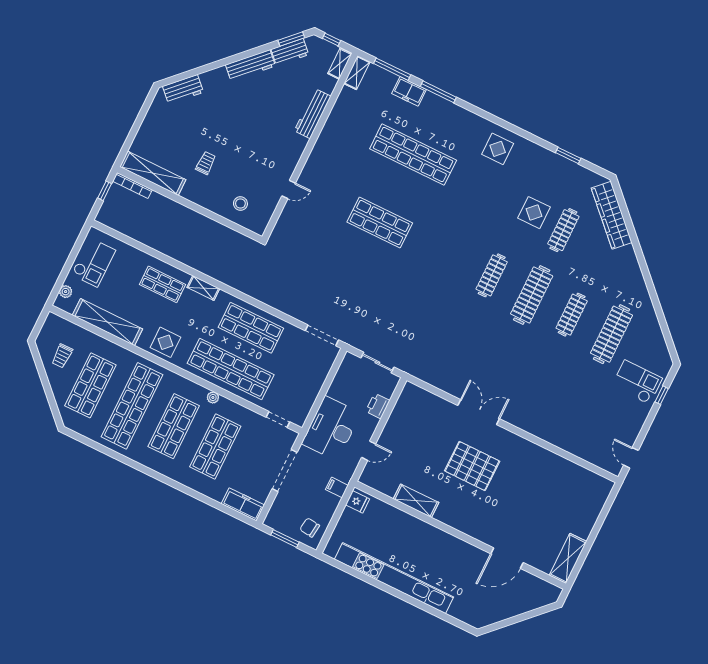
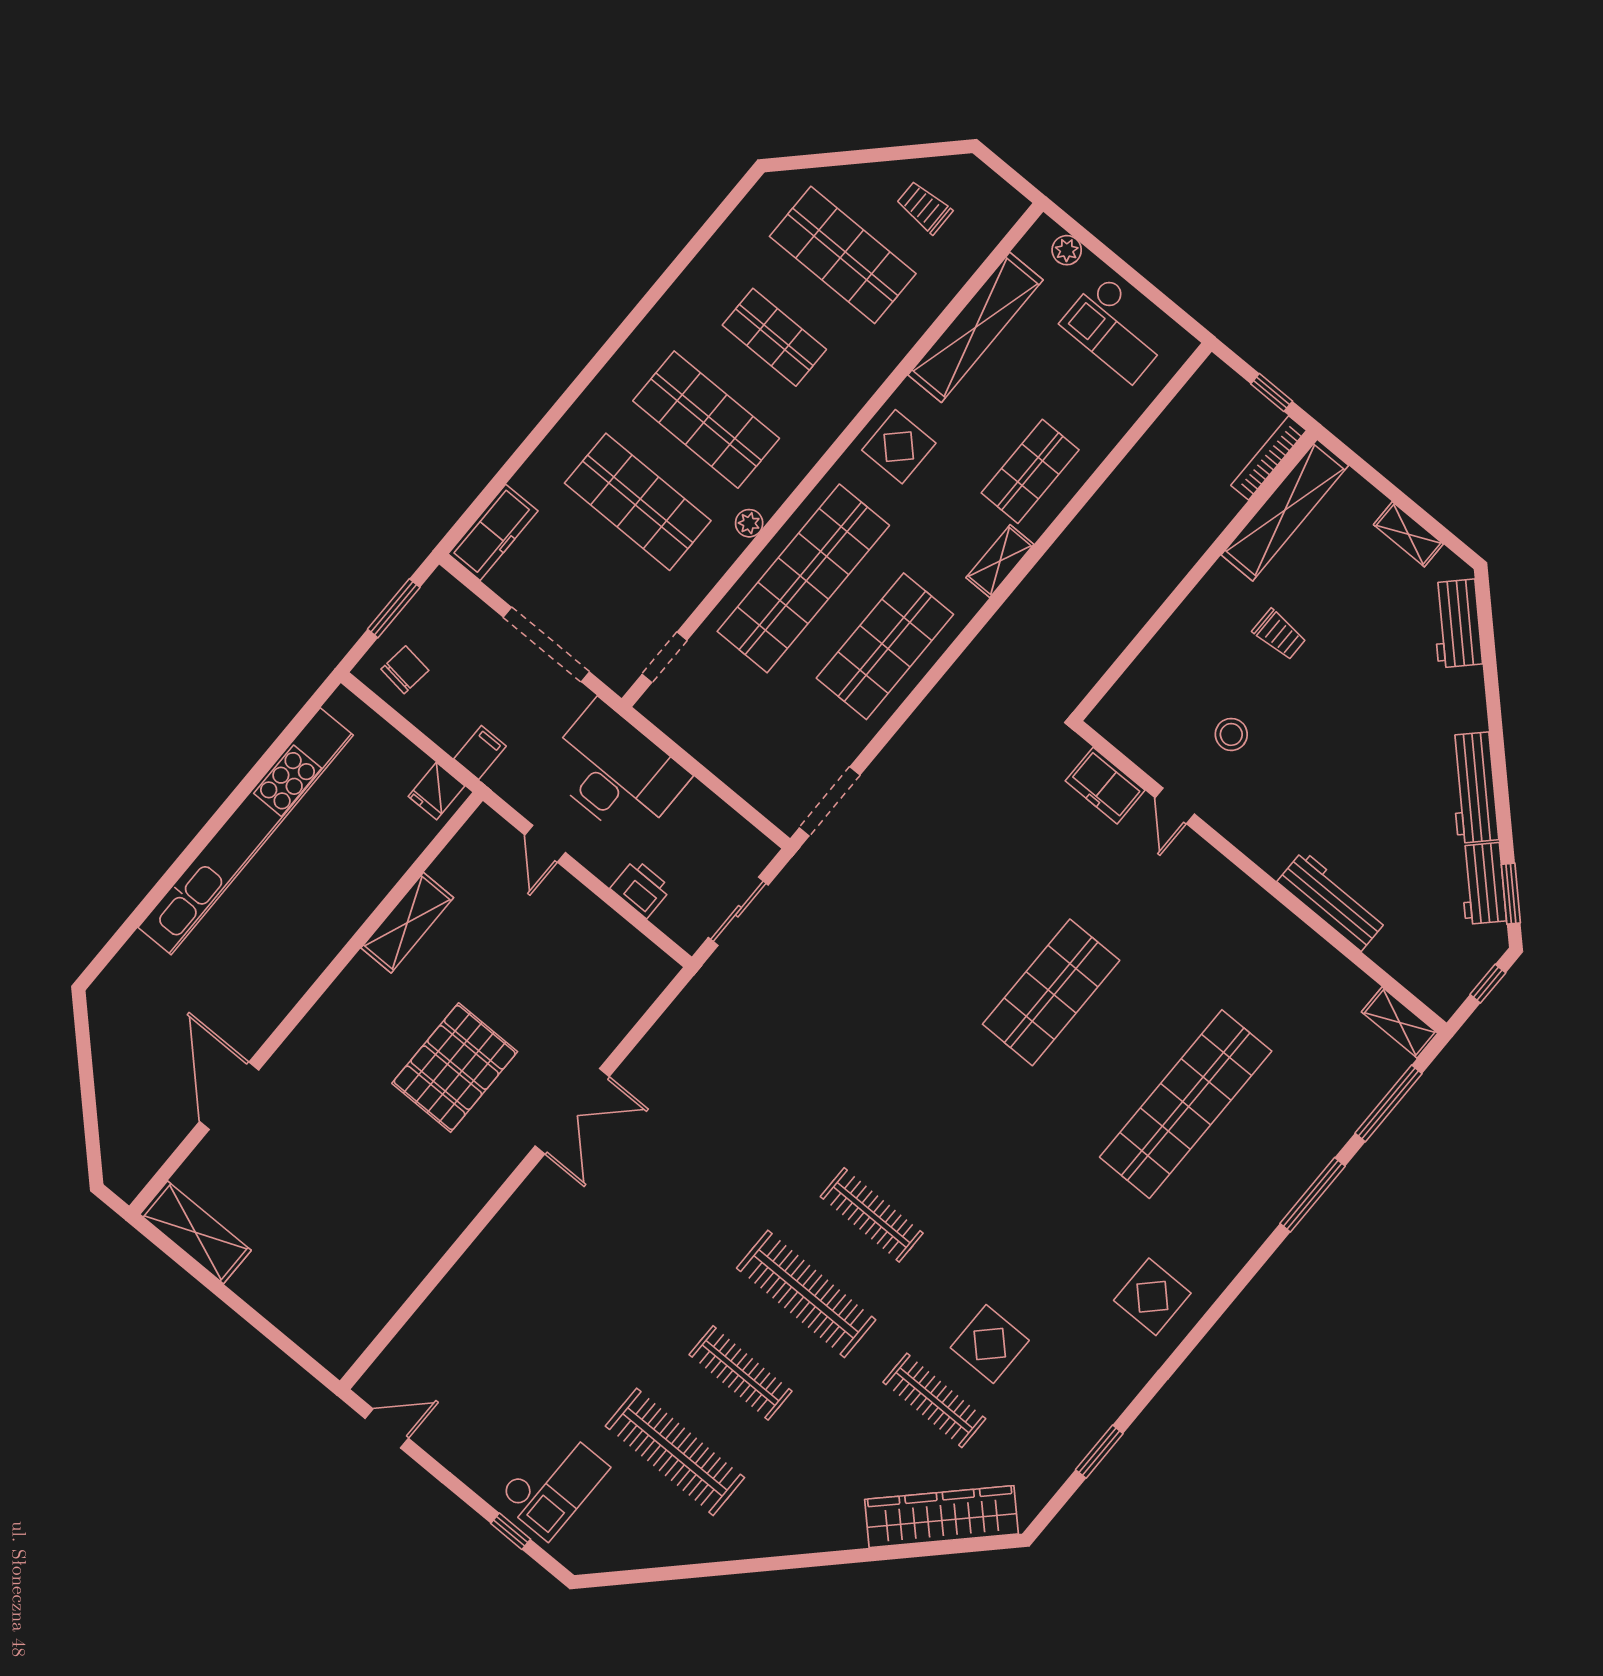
shelving: (340, 64) -> (1408, 534), moved
freezer: (409, 91) -> (1105, 786), moved, turned -90
stool: (240, 204) -> (1231, 734), moved
shop shelf: (132, 406) -> (774, 337), width x0.50, depth x0.74

